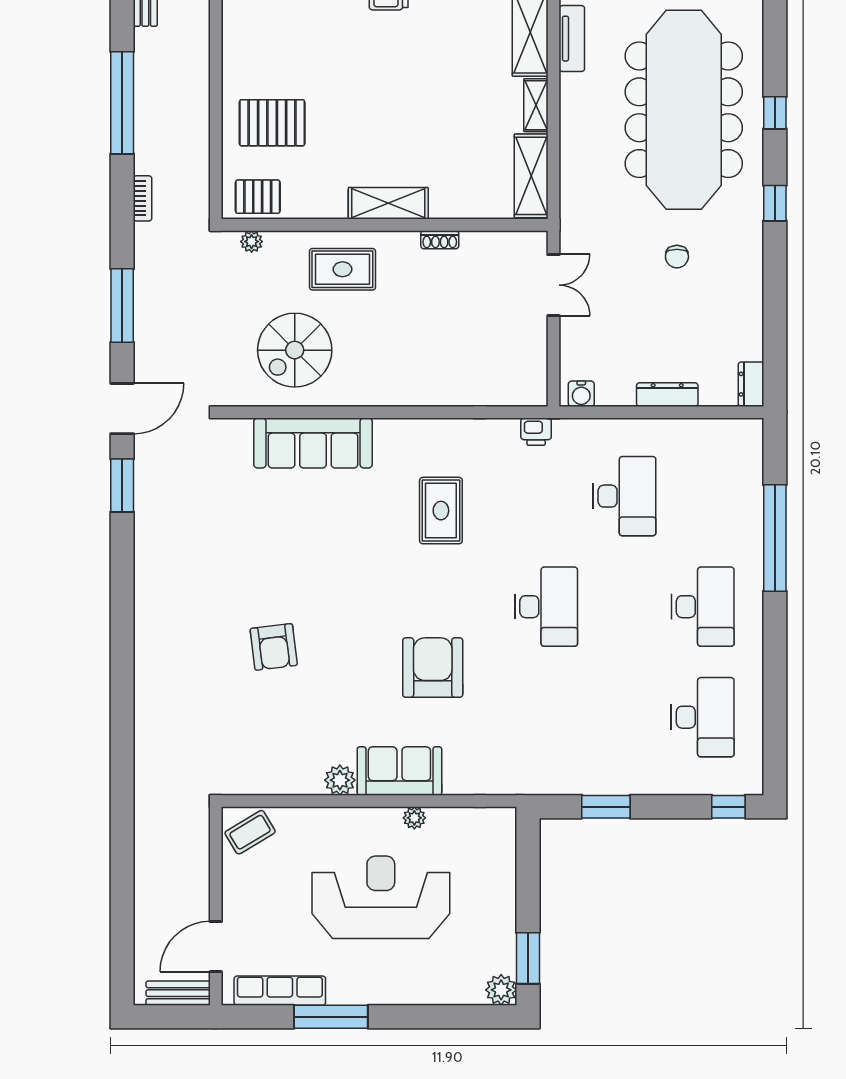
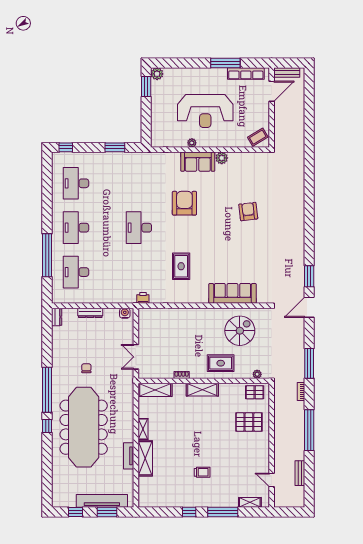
shelving: (531, 176) -> (155, 390), moved, turned 90
window: (775, 203) -> (47, 390), width x3.17
window: (122, 306) -> (309, 363), moved
desk: (624, 496) -> (76, 272), moved
armchair: (433, 668) -> (184, 203), turned 180

